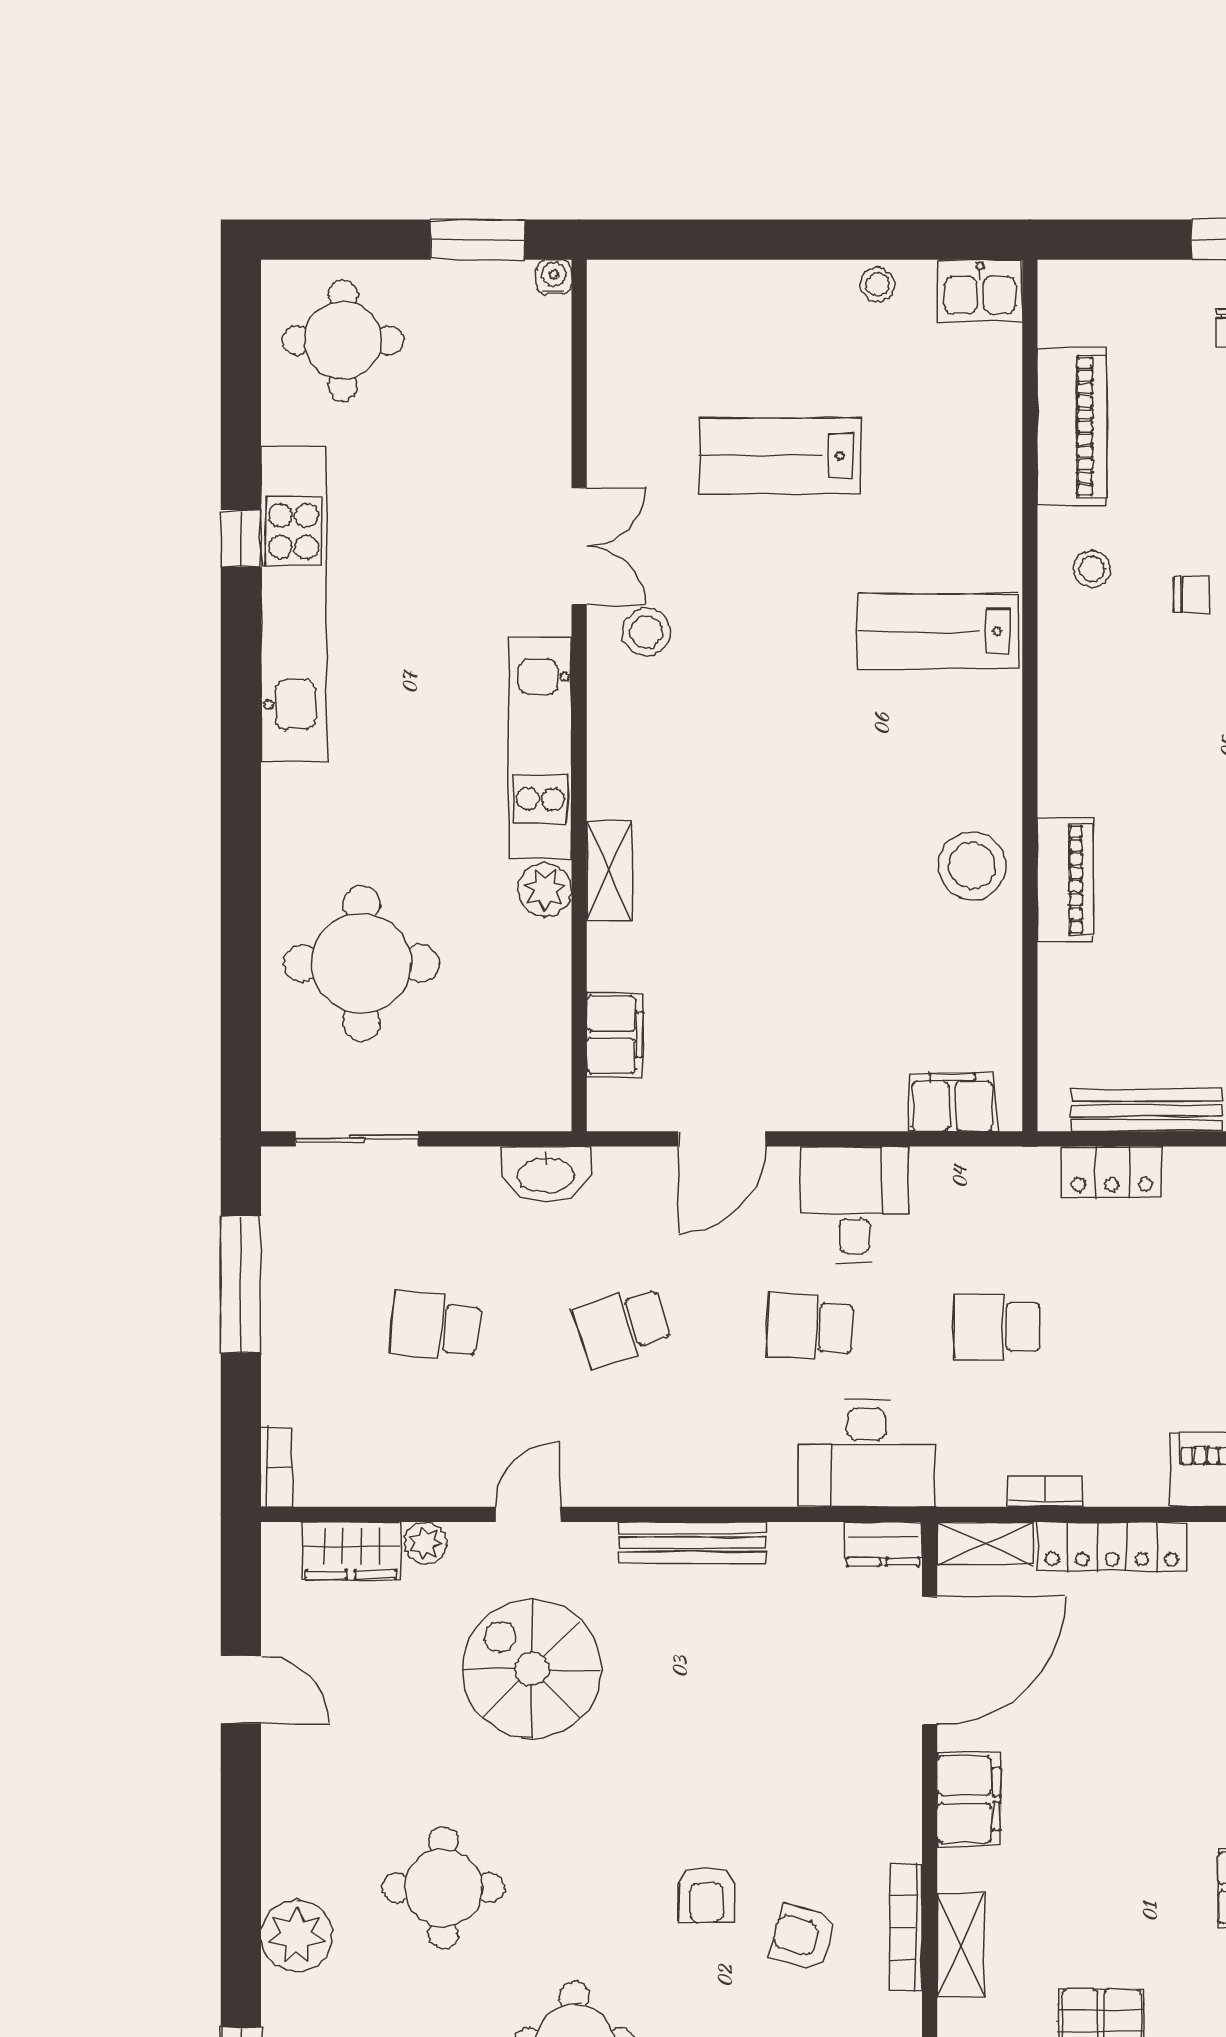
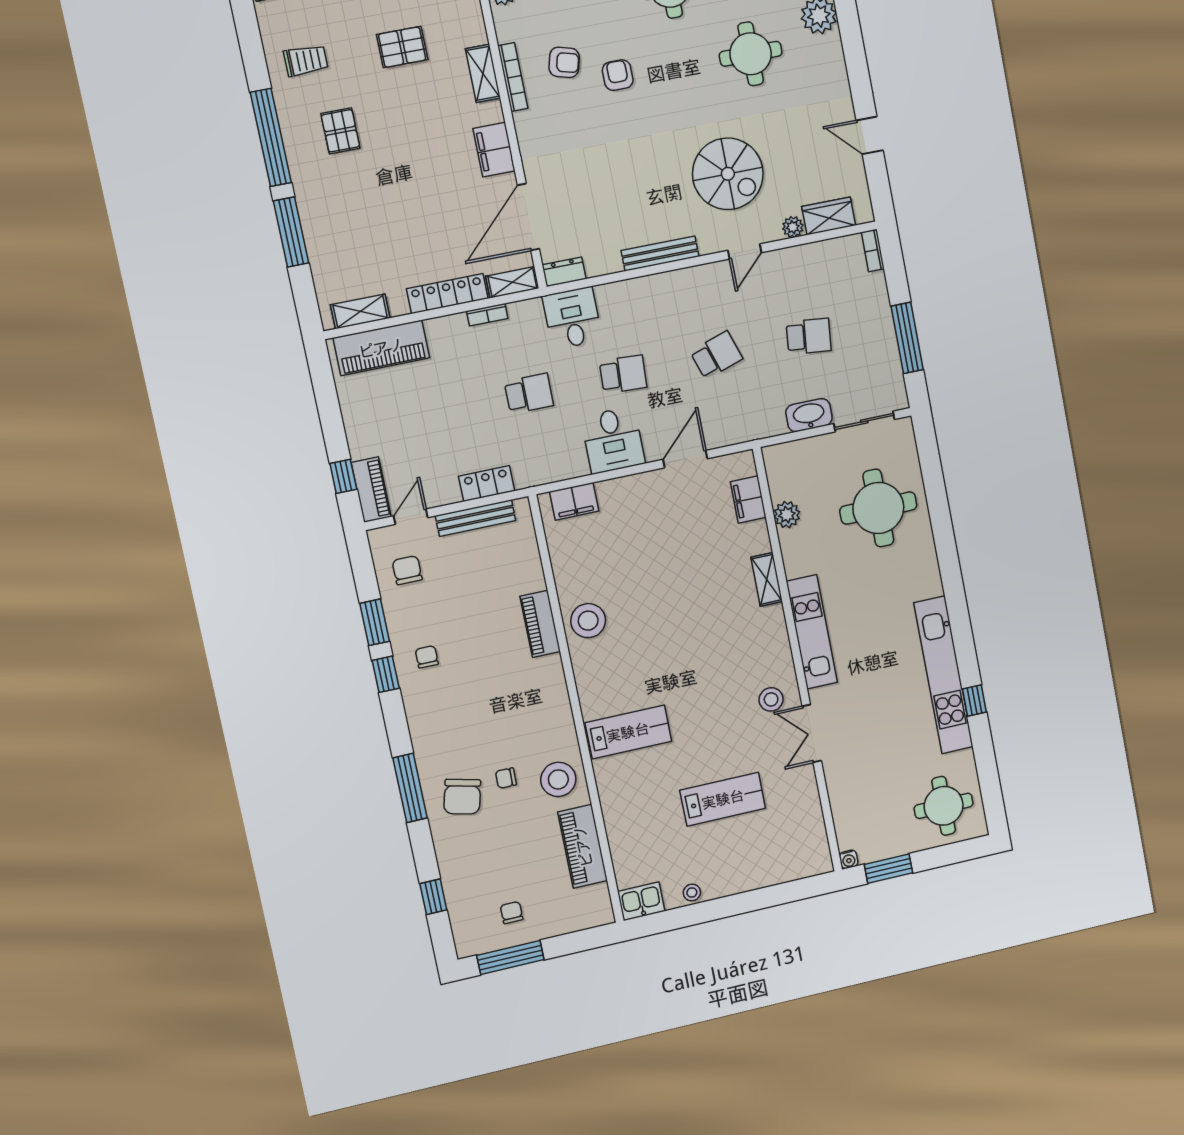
stool: (1092, 569) -> (558, 779), width x1.89, depth x1.89
plant: (545, 890) -> (787, 515), moved
washbasin: (546, 1174) -> (809, 415), moved
desk: (867, 1453) -> (572, 318), width x0.73

